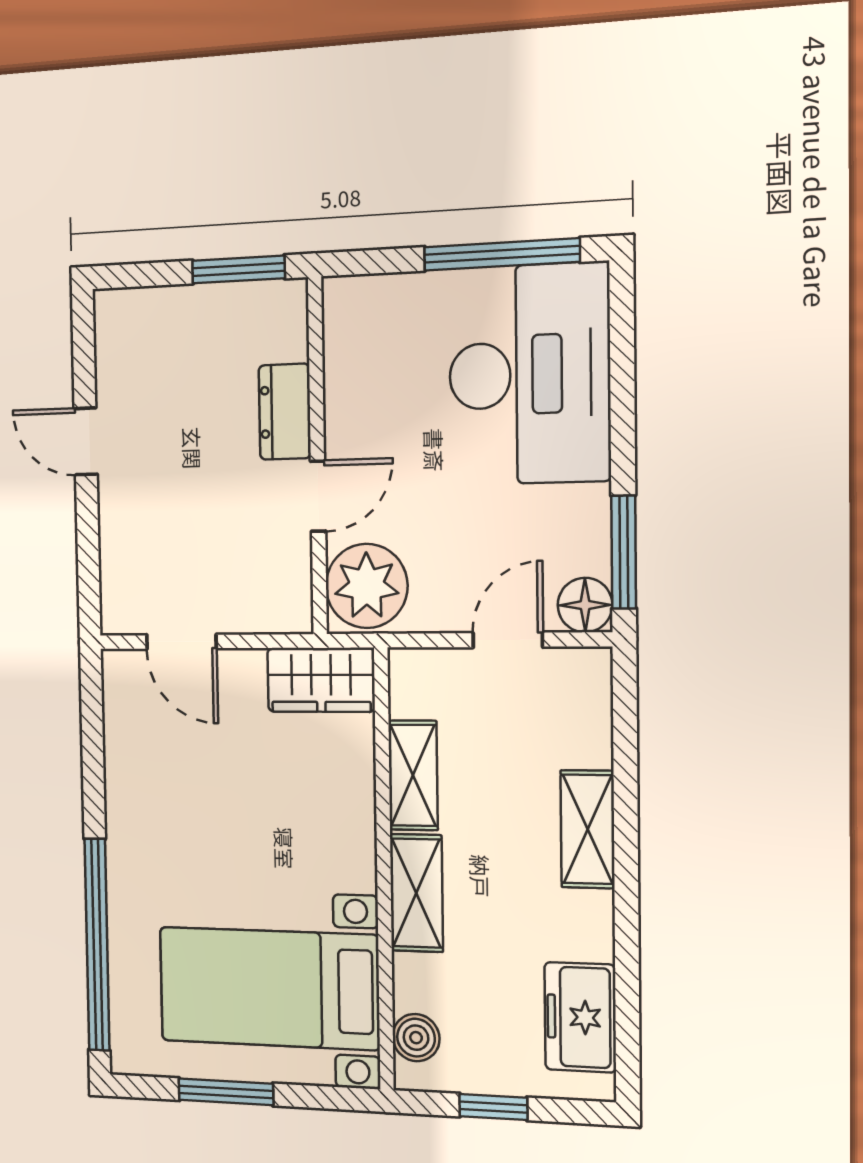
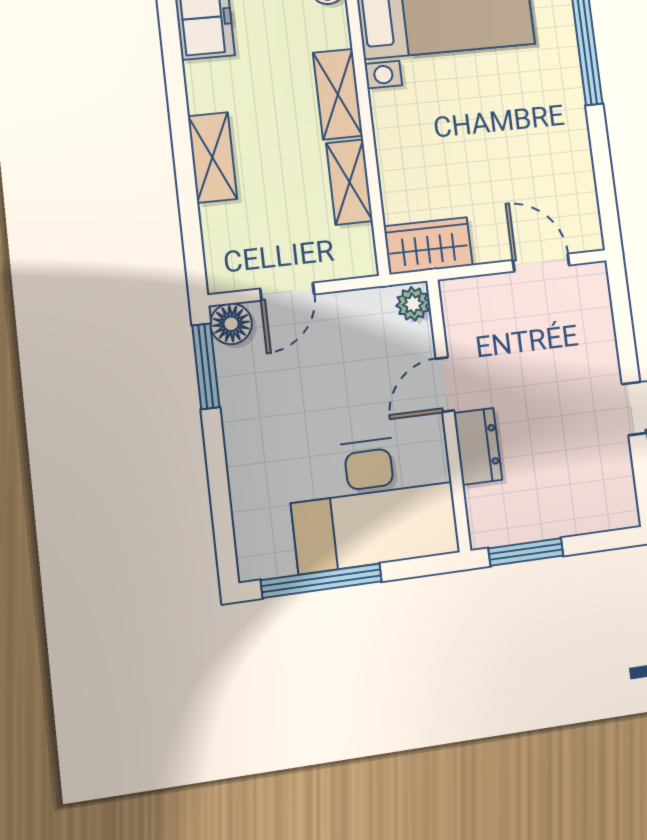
desk: (529, 374) -> (373, 502), moved, turned -90
plant: (367, 586) -> (413, 304), width x0.53, depth x0.53

